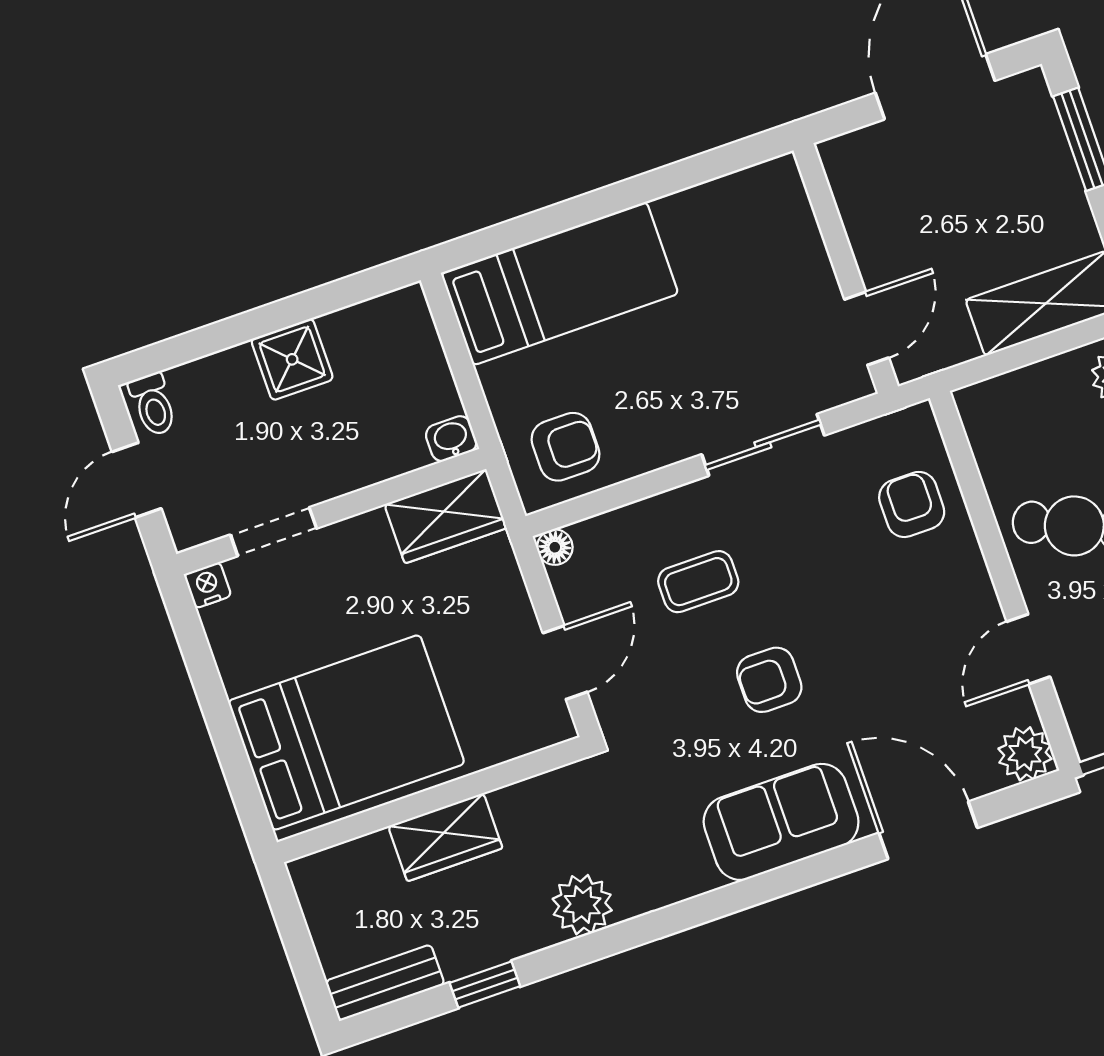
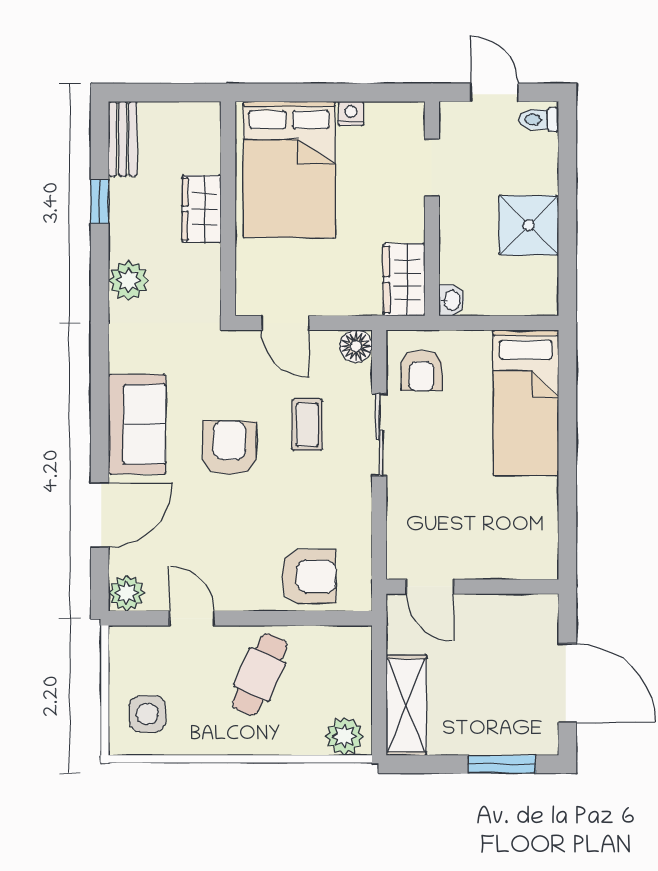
shower: (292, 359) -> (529, 225), width x1.36, depth x1.36
sliding door: (763, 445) -> (379, 435), moved
armchair: (912, 504) -> (309, 576), width x1.38, depth x1.38
floor lamp: (555, 547) -> (356, 346), width x1.37, depth x1.37
nightstand: (208, 585) -> (351, 113), moved, turned -90
armchair: (769, 680) -> (229, 448), width x1.38, depth x1.38

